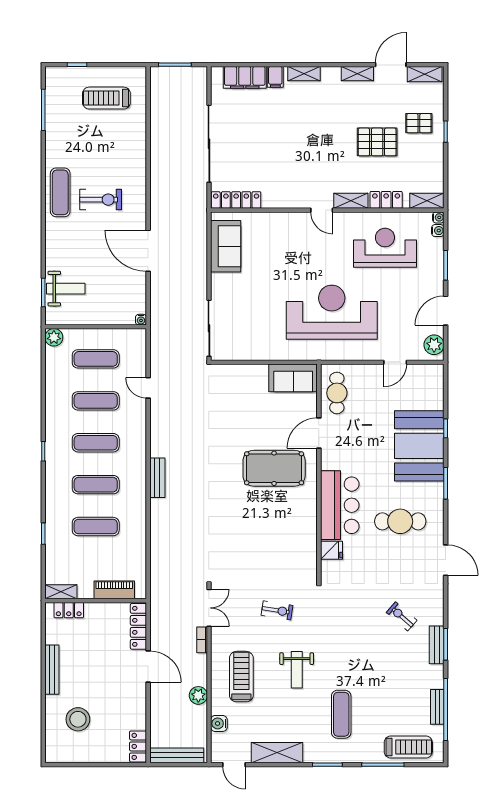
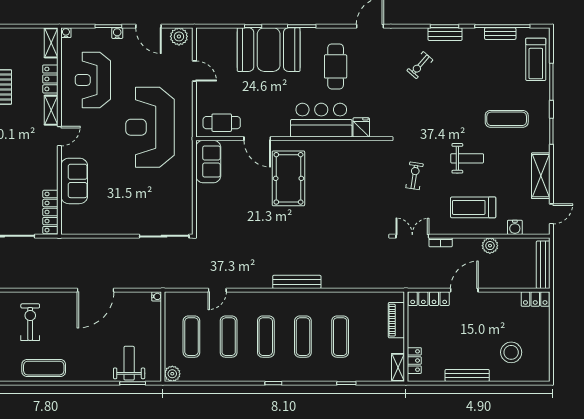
exercise bike: (101, 200) -> (30, 322), moved
water cooler: (438, 231) -> (117, 33), moved
sofa: (226, 246) -> (74, 181), moved, turned 90
bench: (157, 478) -> (297, 282), width x1.36
treadmill: (408, 747) -> (536, 59), turned 180

